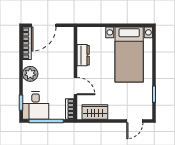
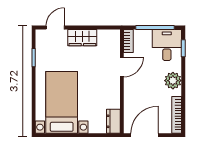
door: (44, 25) -> (145, 135), moved
dresser: (83, 55) -> (113, 121), moved
door: (76, 86) -> (122, 67), swing flipped
wardrobe: (95, 112) -> (82, 38), moved

